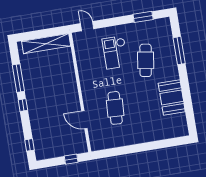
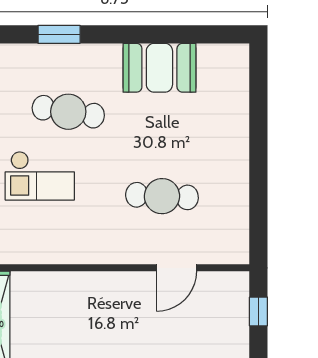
window: (179, 51) -> (59, 34), width x0.69

